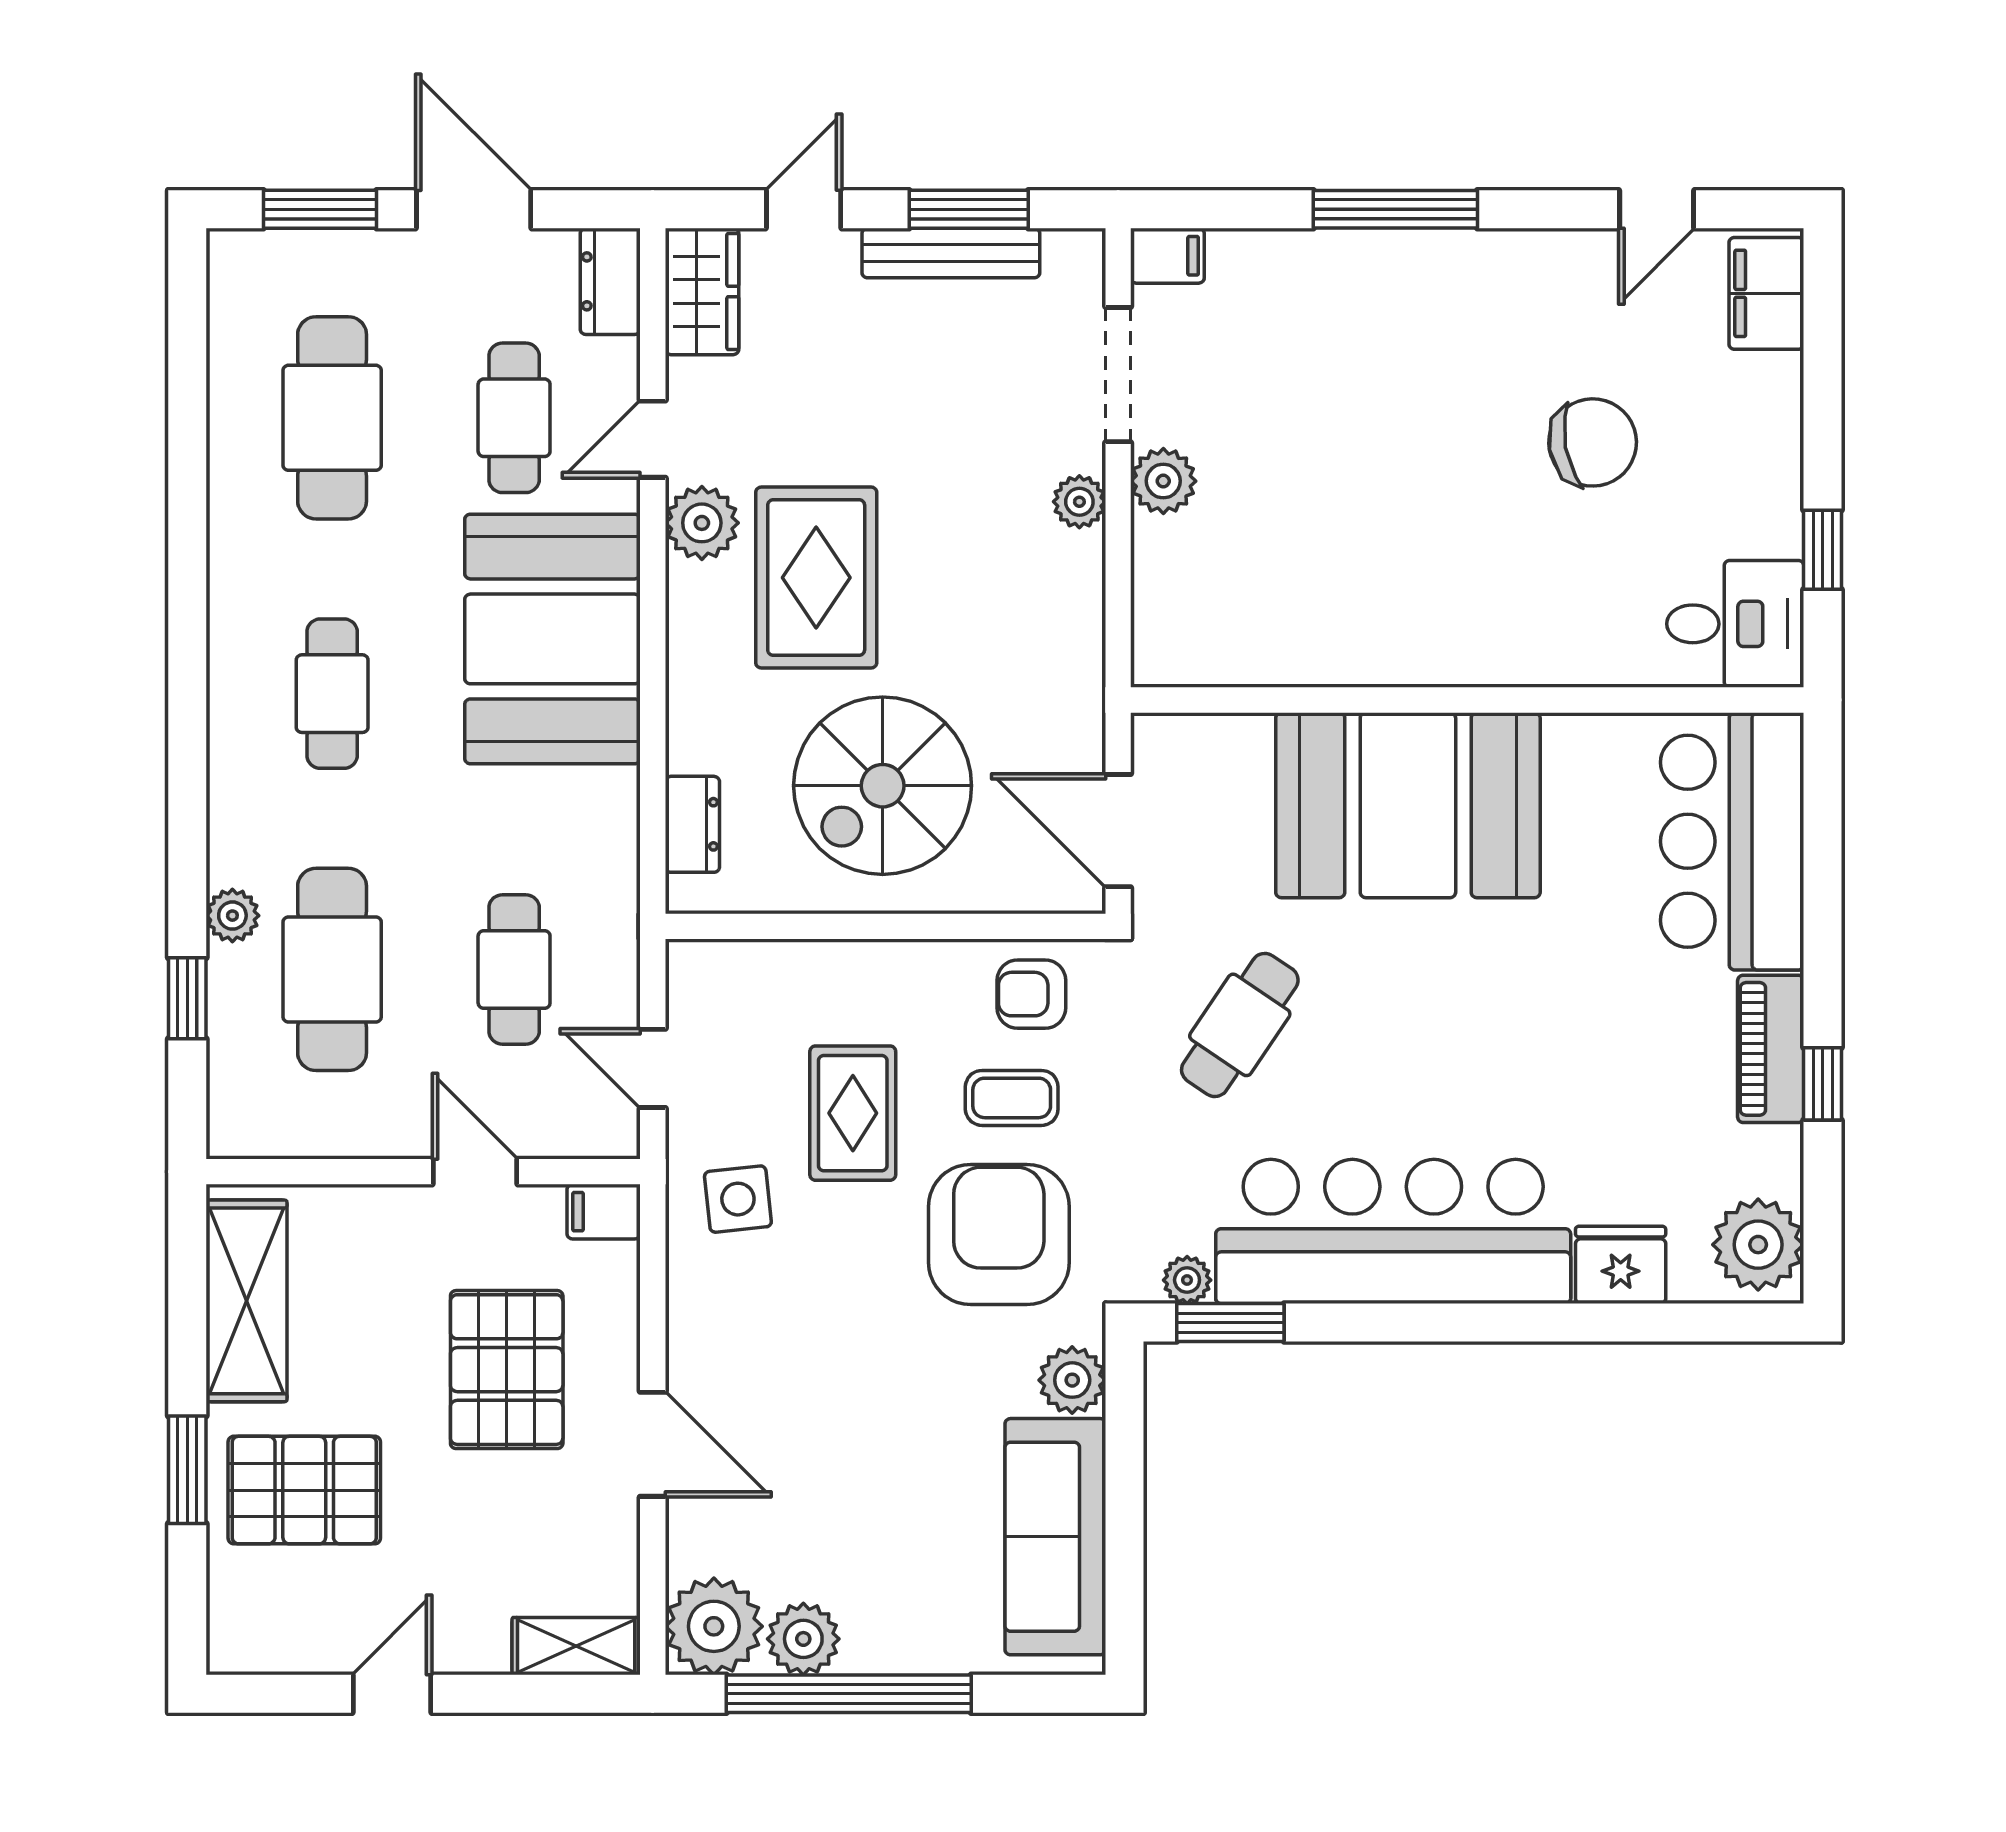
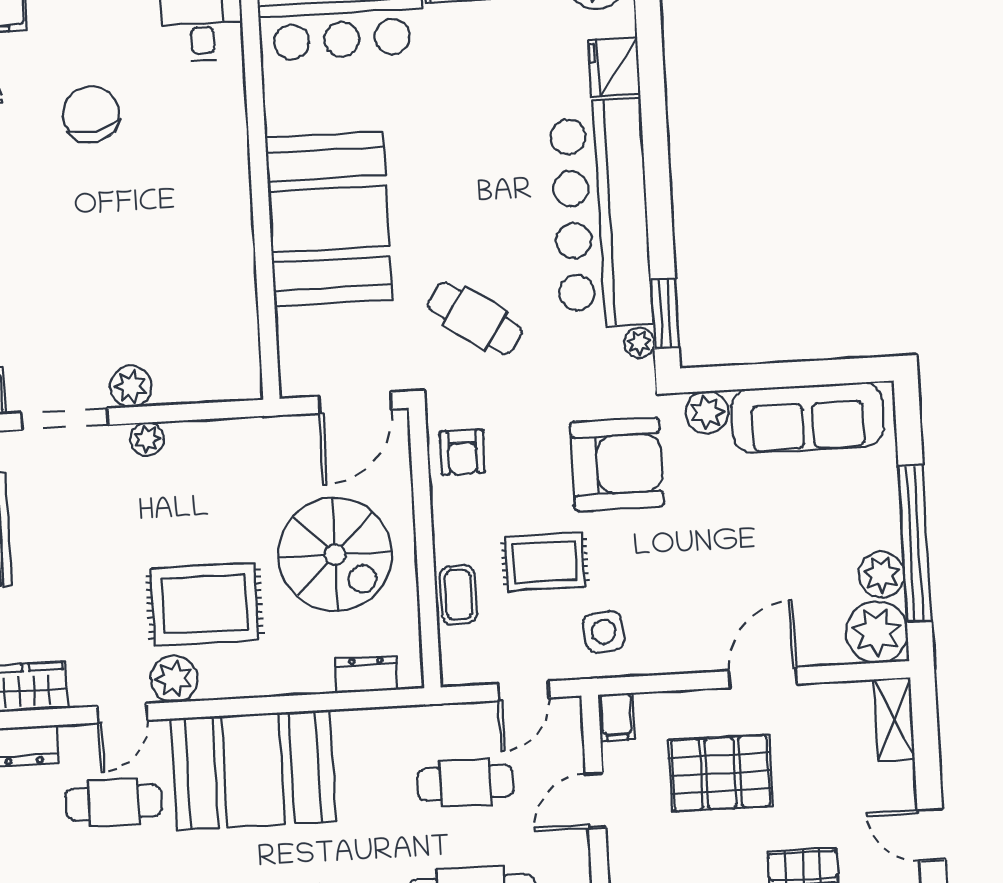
door: (653, 439) -> (122, 713), hinge flipped
coffee table: (1012, 1098) -> (458, 595), moved
armchair: (999, 1234) -> (617, 464), turned 180

